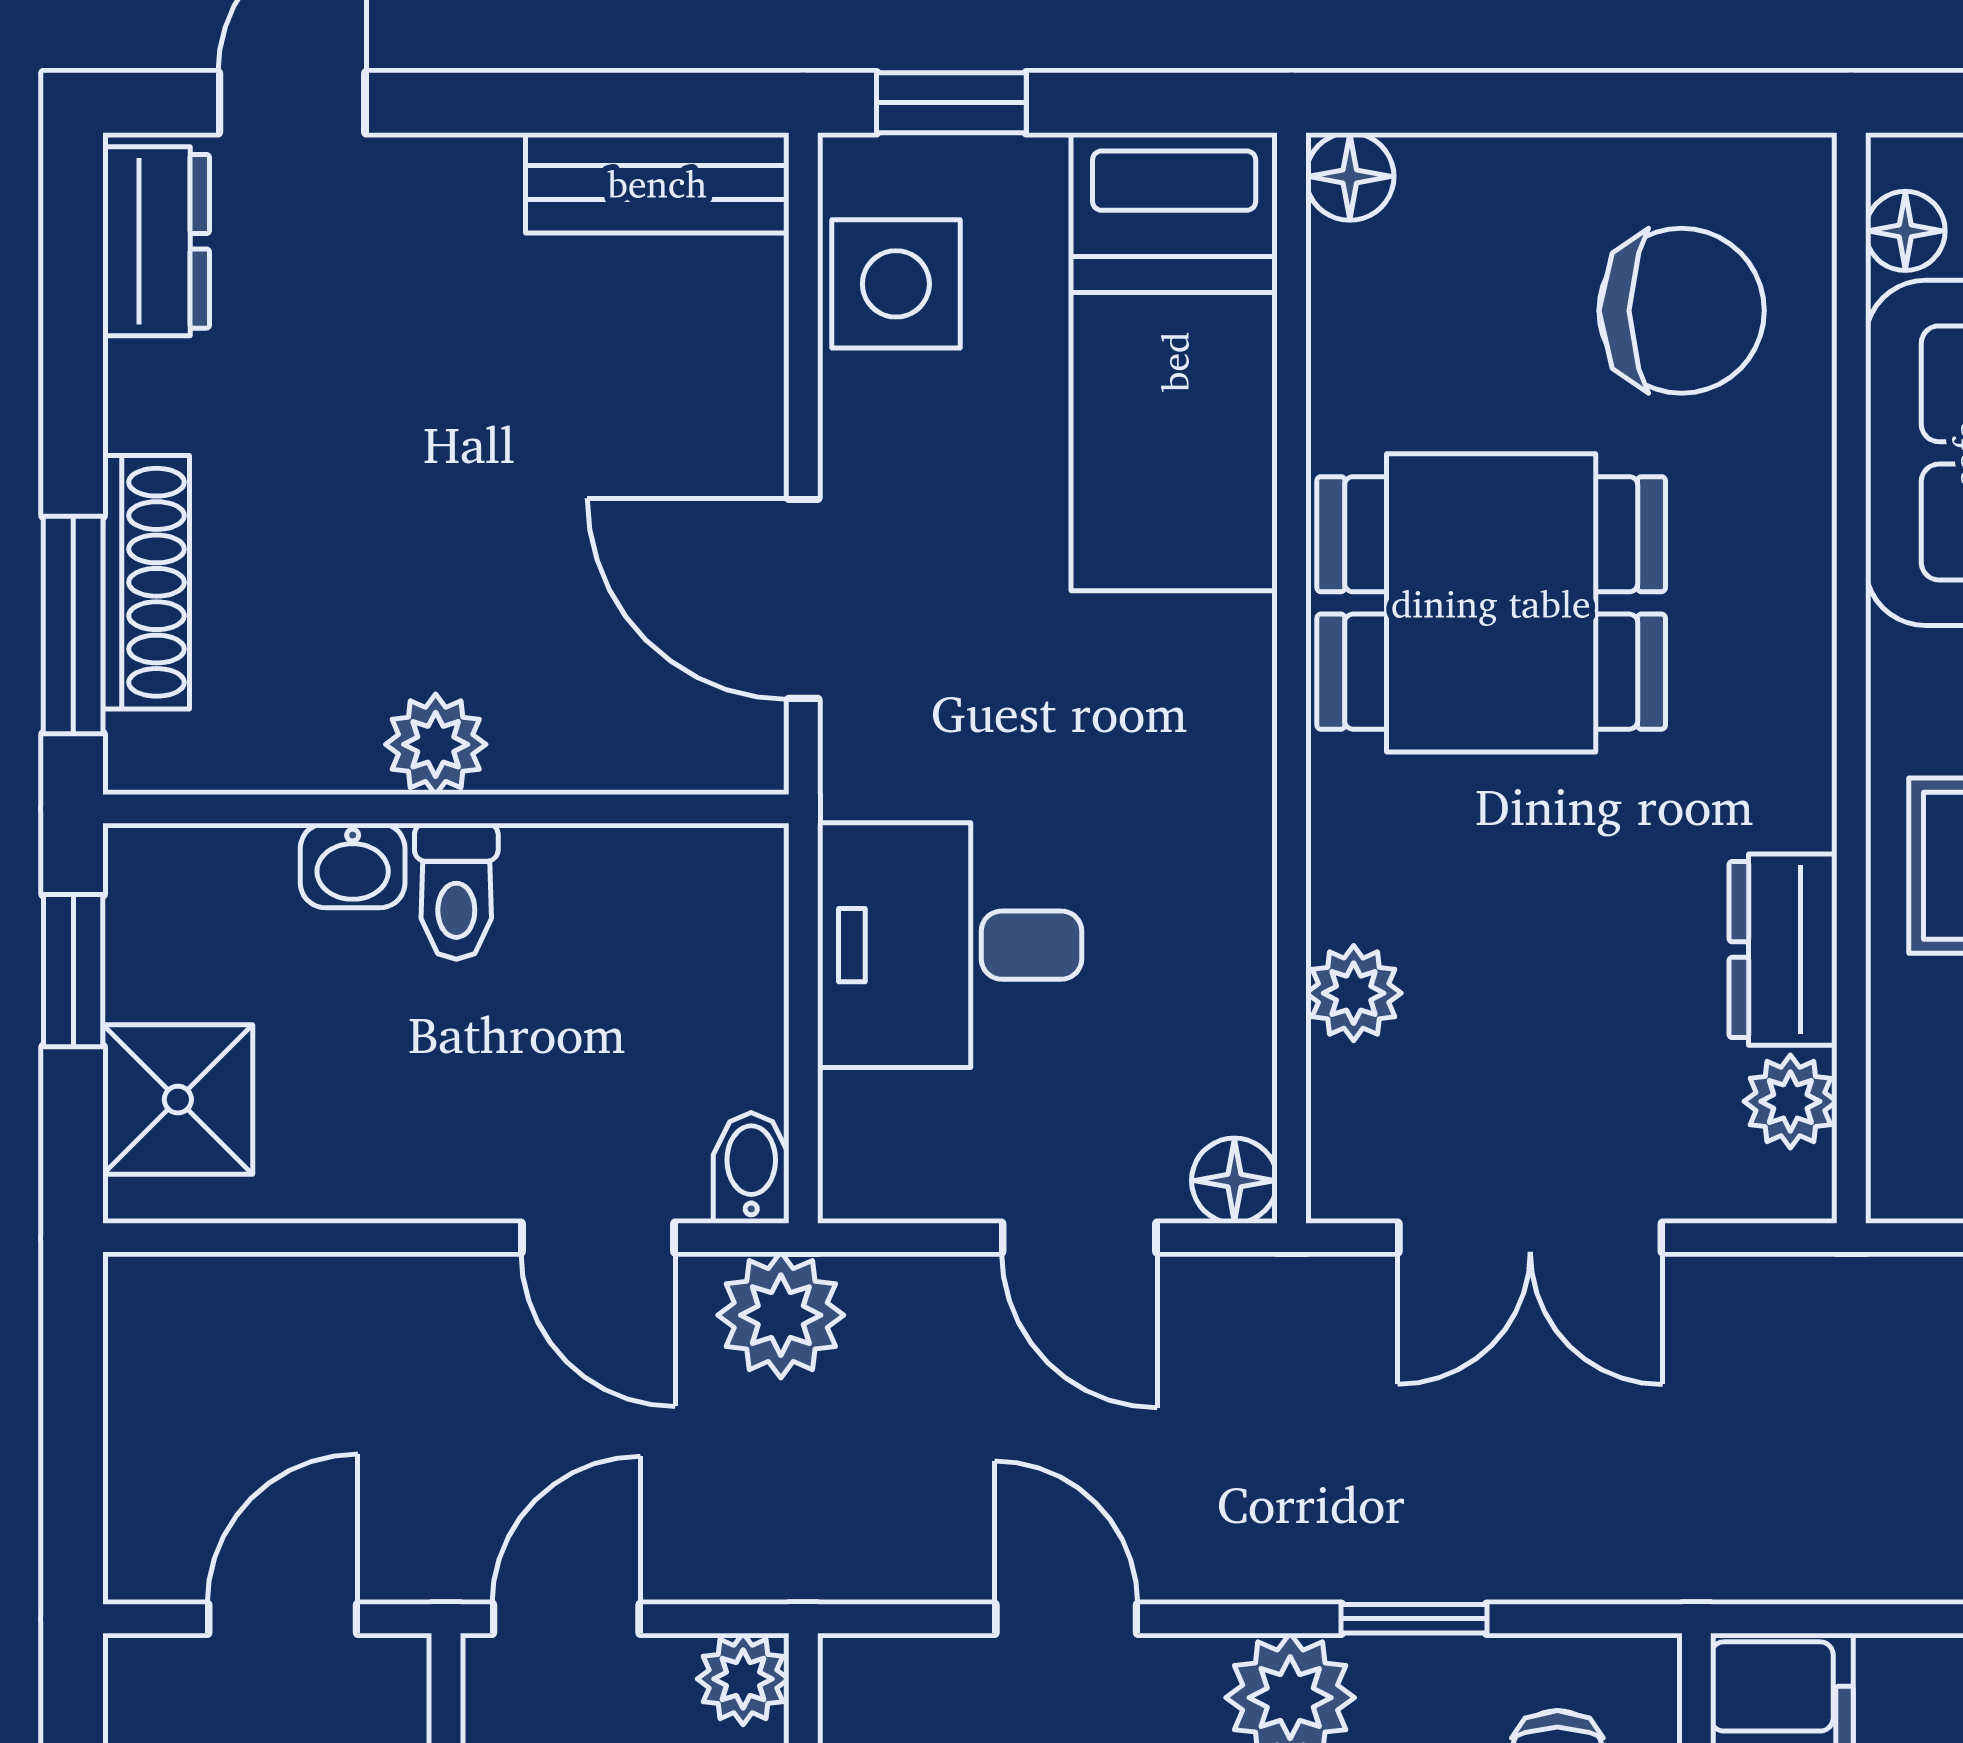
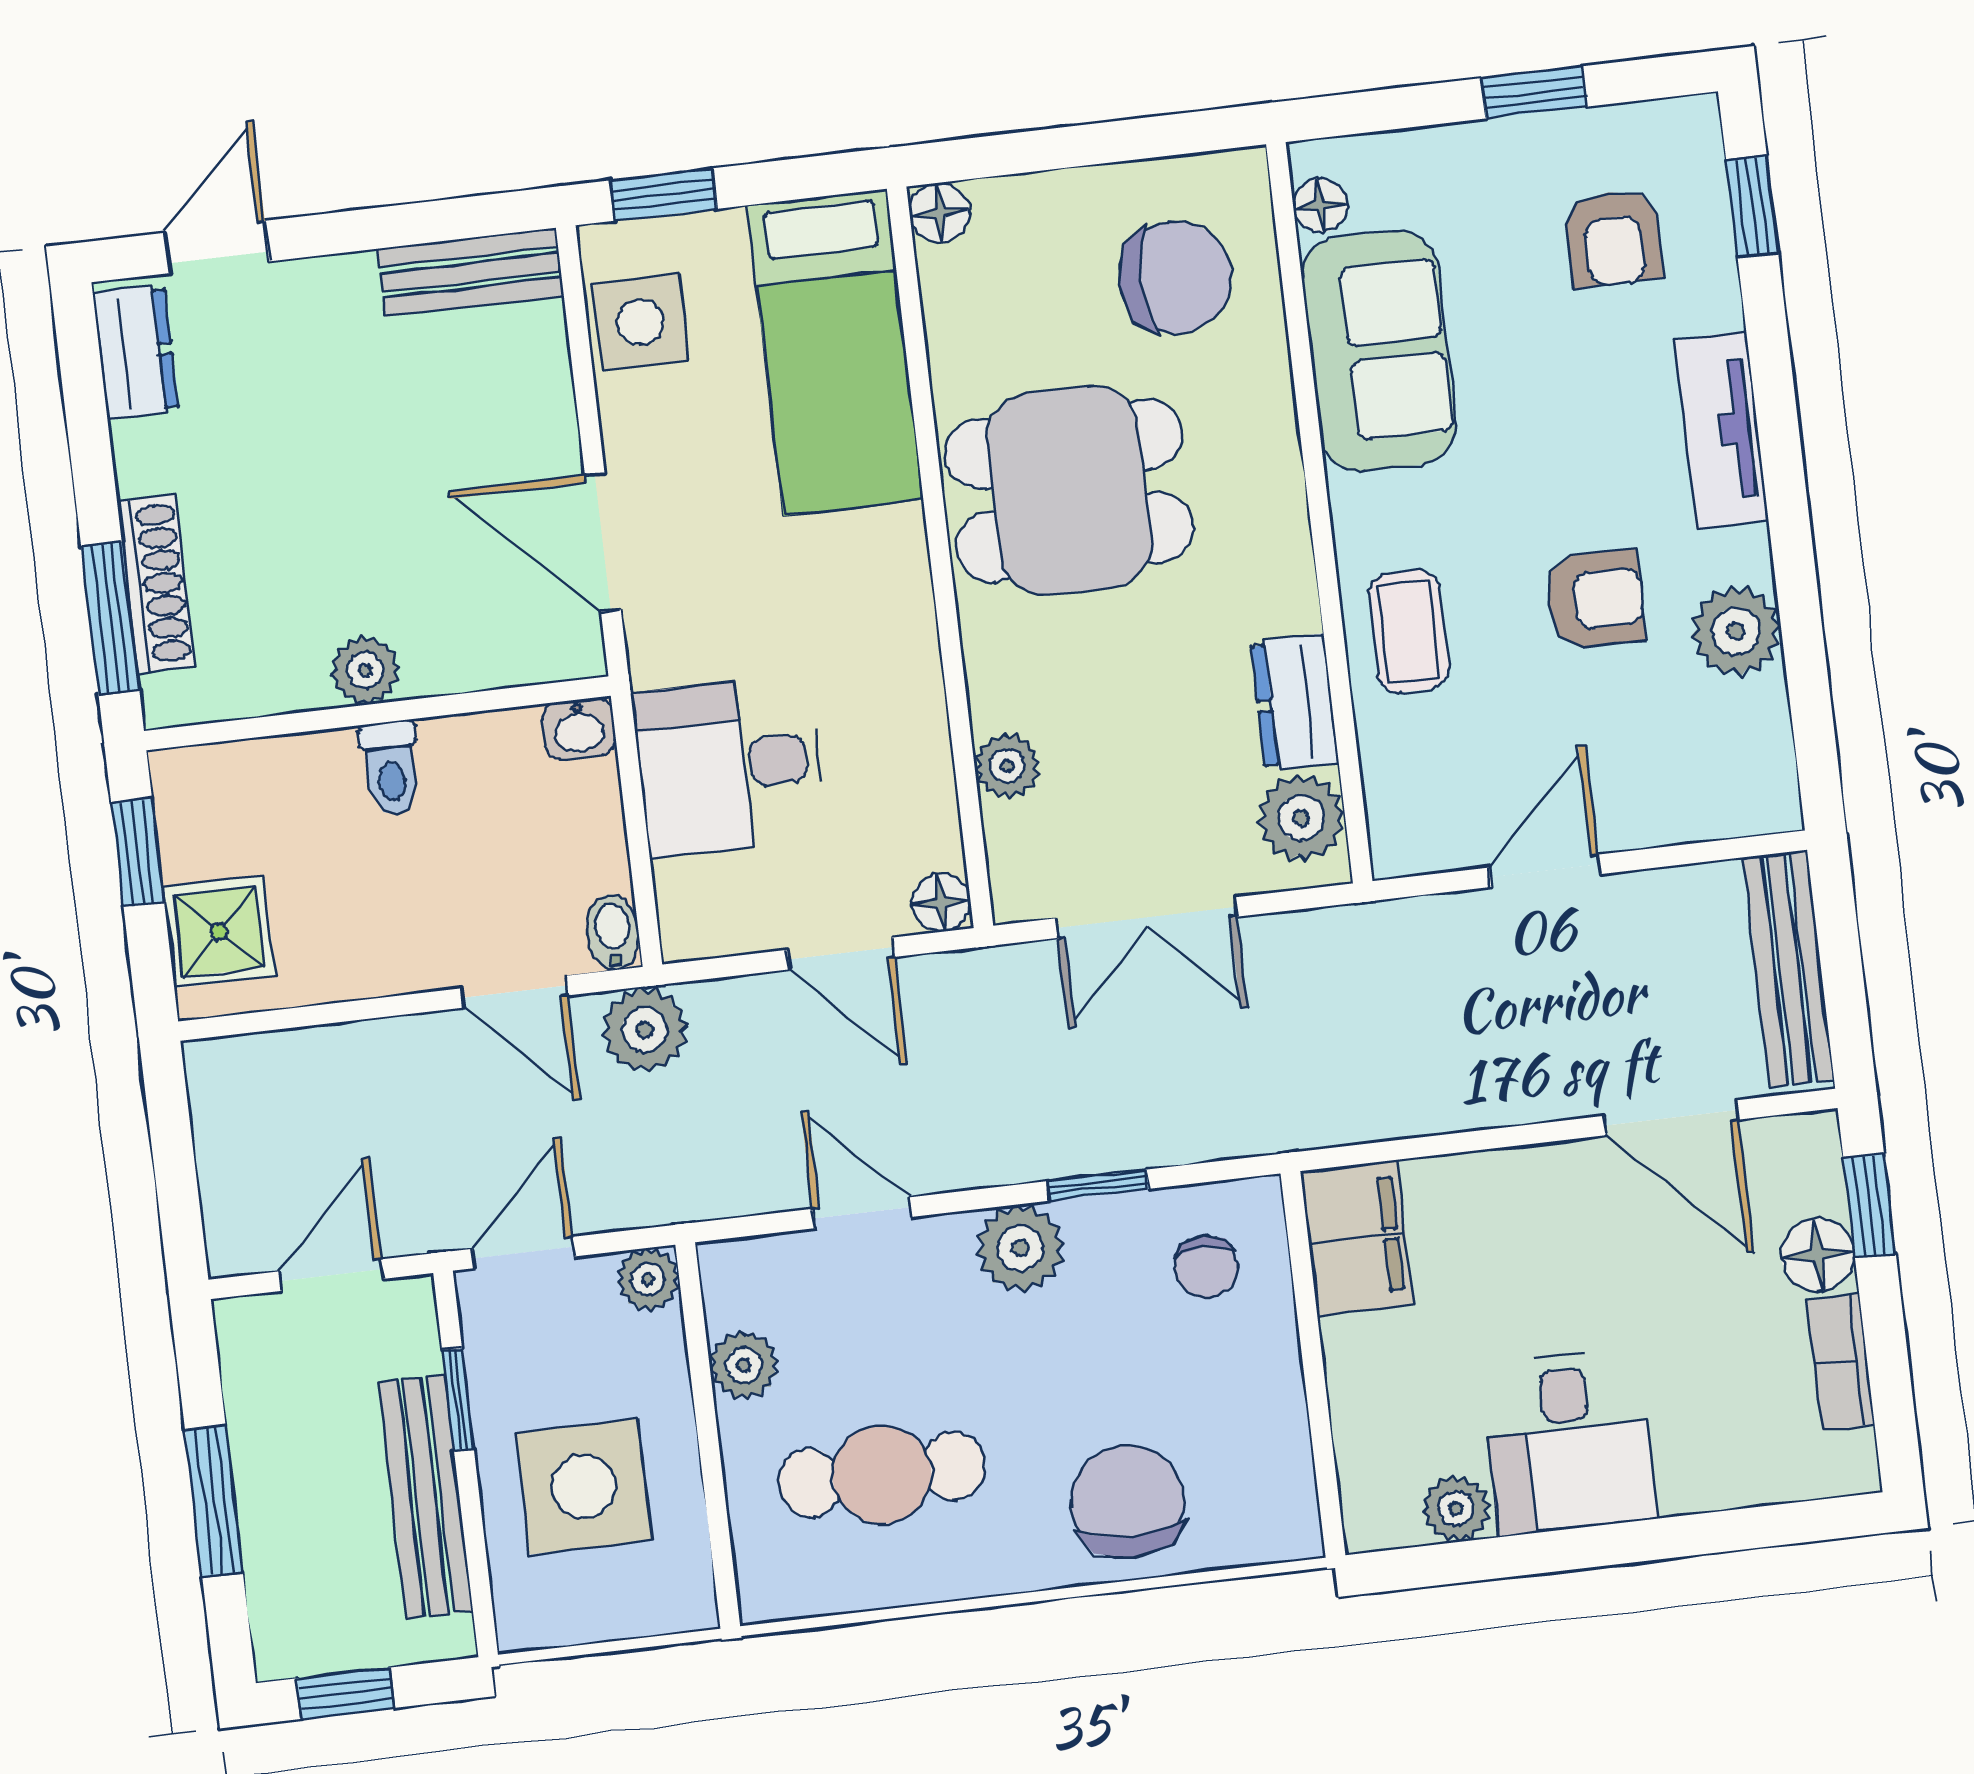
washbasin: (353, 866) -> (579, 729), moved
plant: (1790, 1101) -> (1301, 818), width x1.38, depth x1.38

